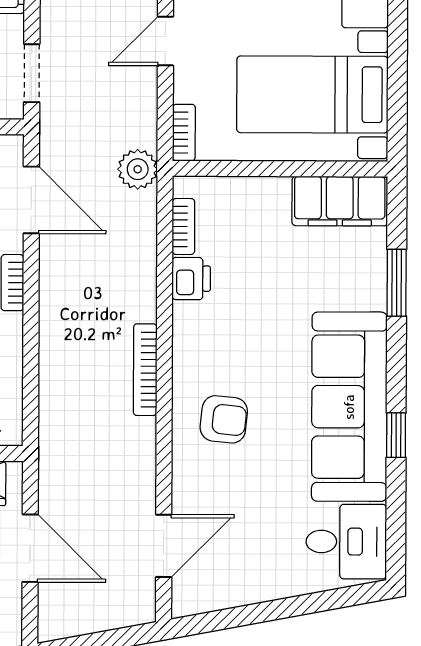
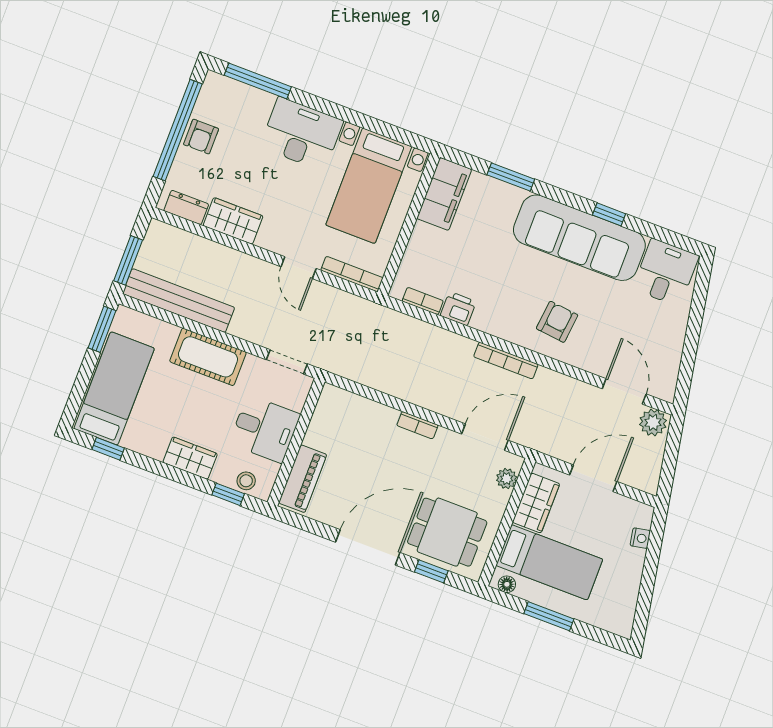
bookcase: (184, 133) -> (352, 274), width x1.56
plant: (138, 169) -> (653, 422), moved
door: (31, 200) -> (485, 437), moved

